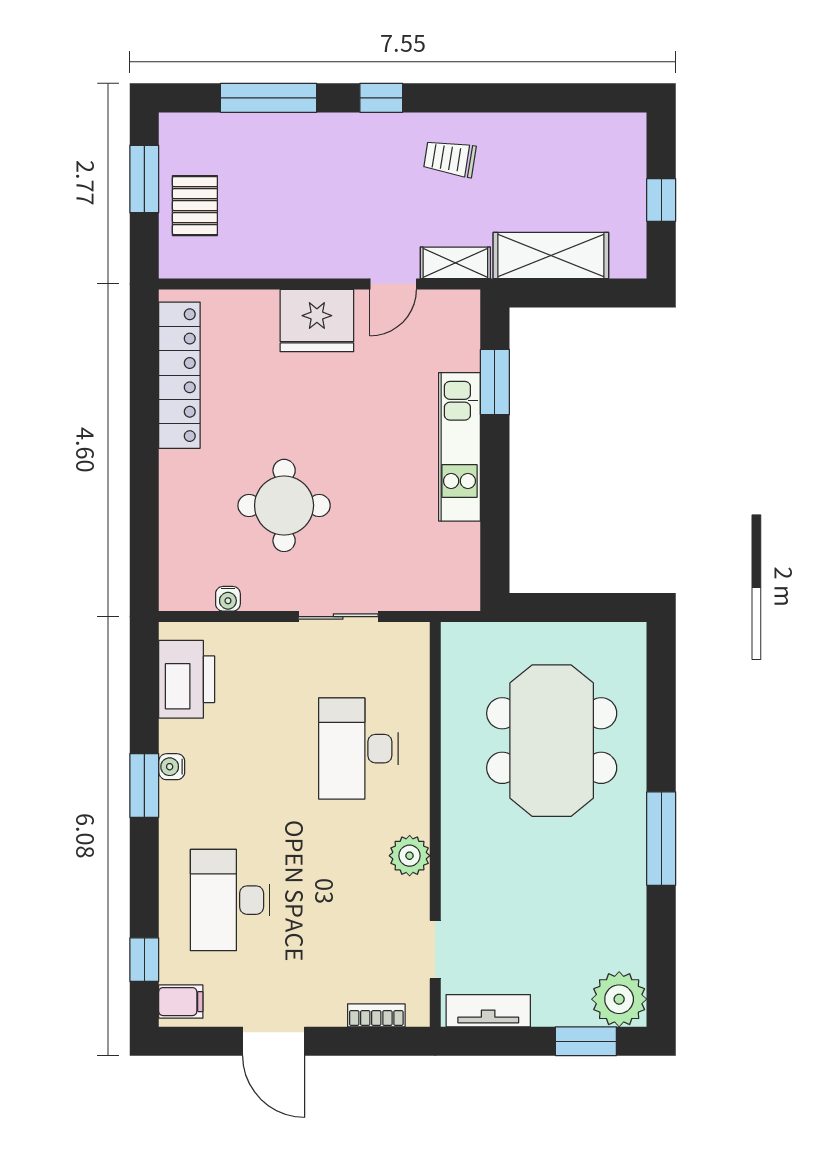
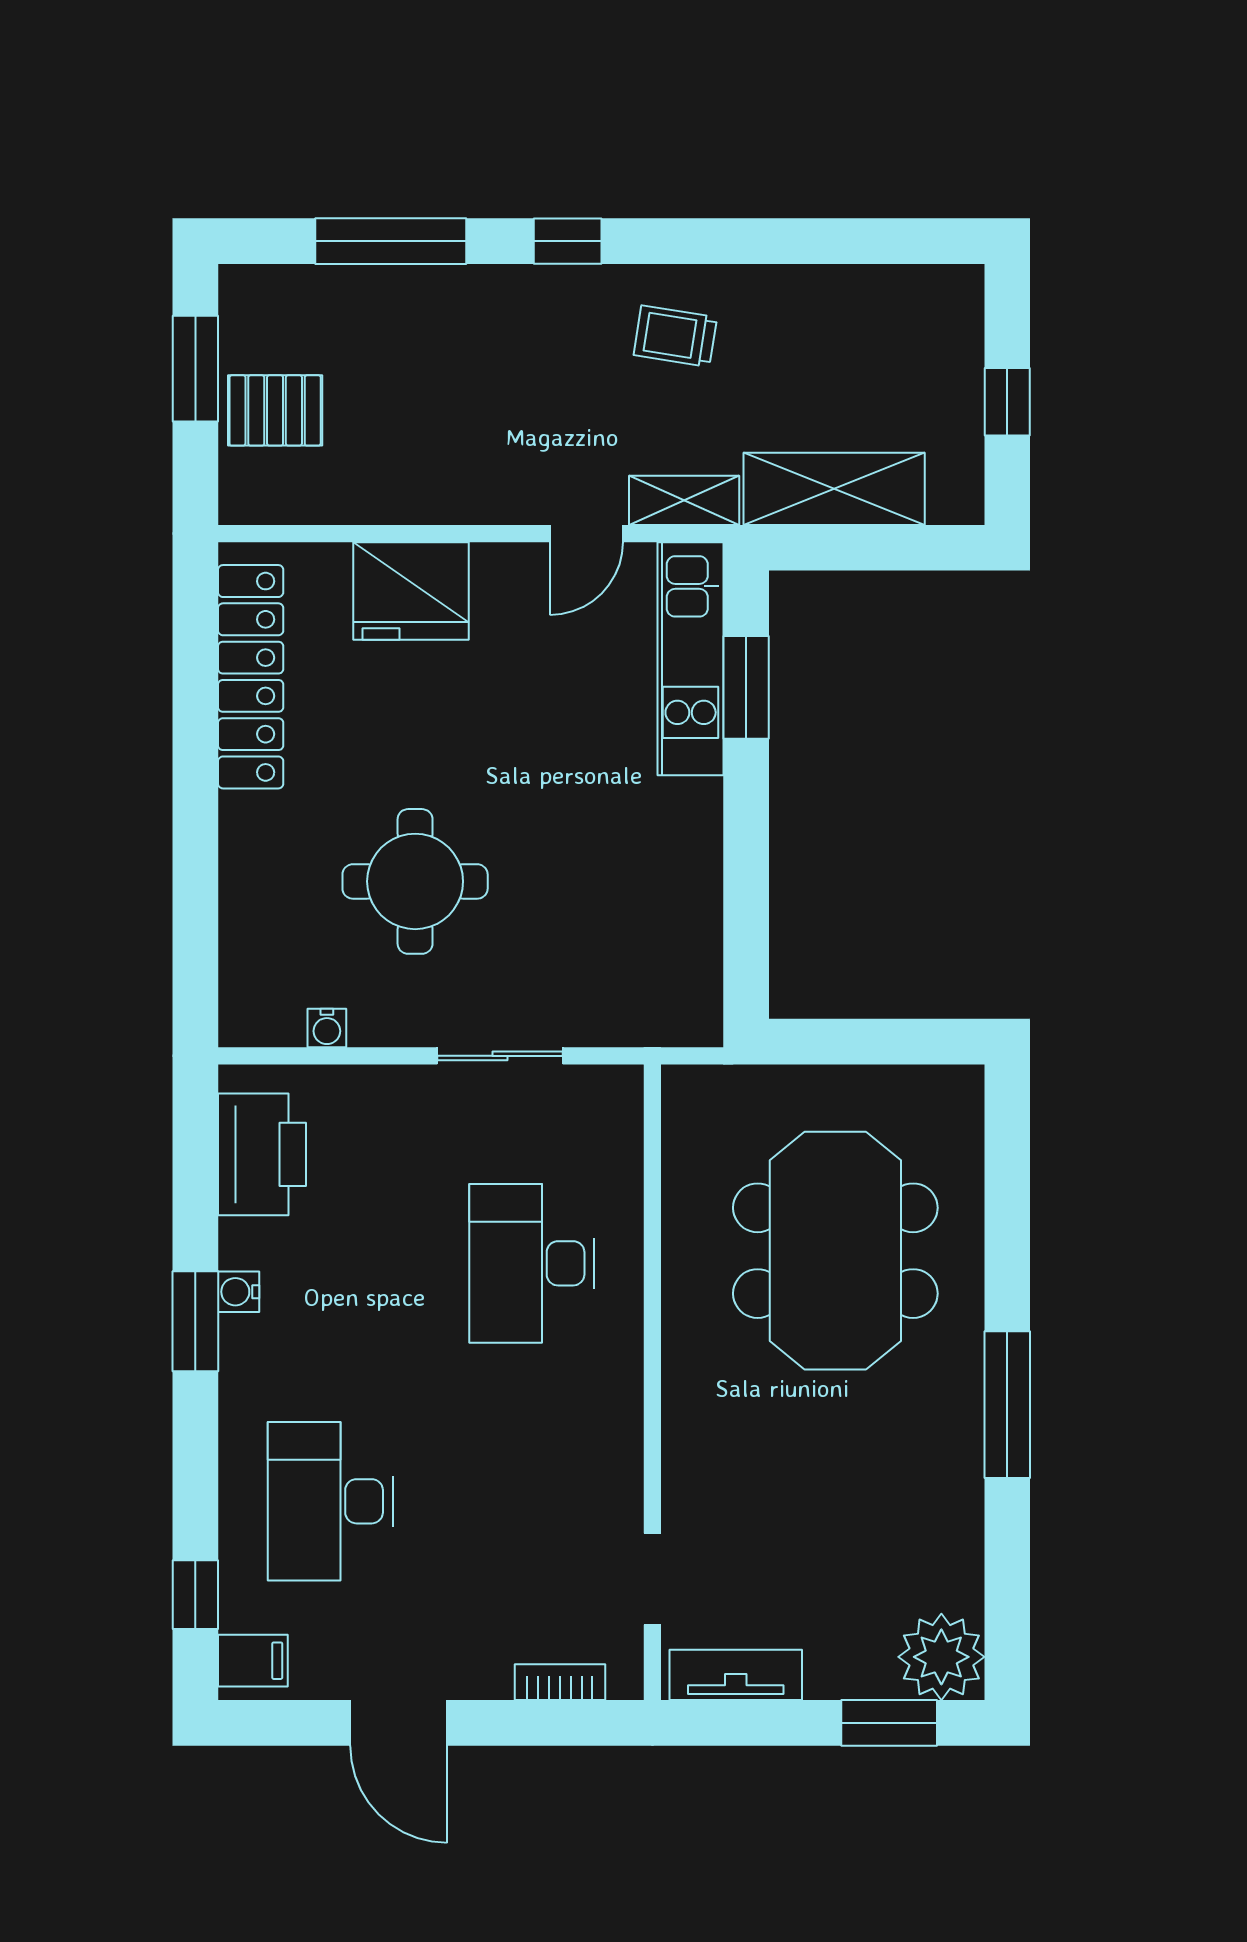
pallet: (195, 206) -> (275, 410), turned 90
fridge: (317, 321) -> (411, 591), moved
kitchen unit: (459, 447) -> (691, 659), moved
plant: (410, 856) -> (612, 1431), removed

